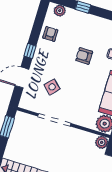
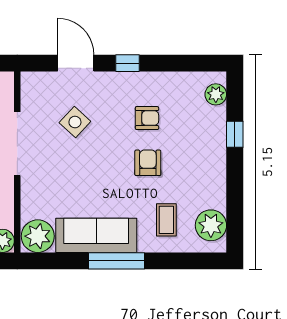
armchair: (50, 34) -> (147, 118), moved

